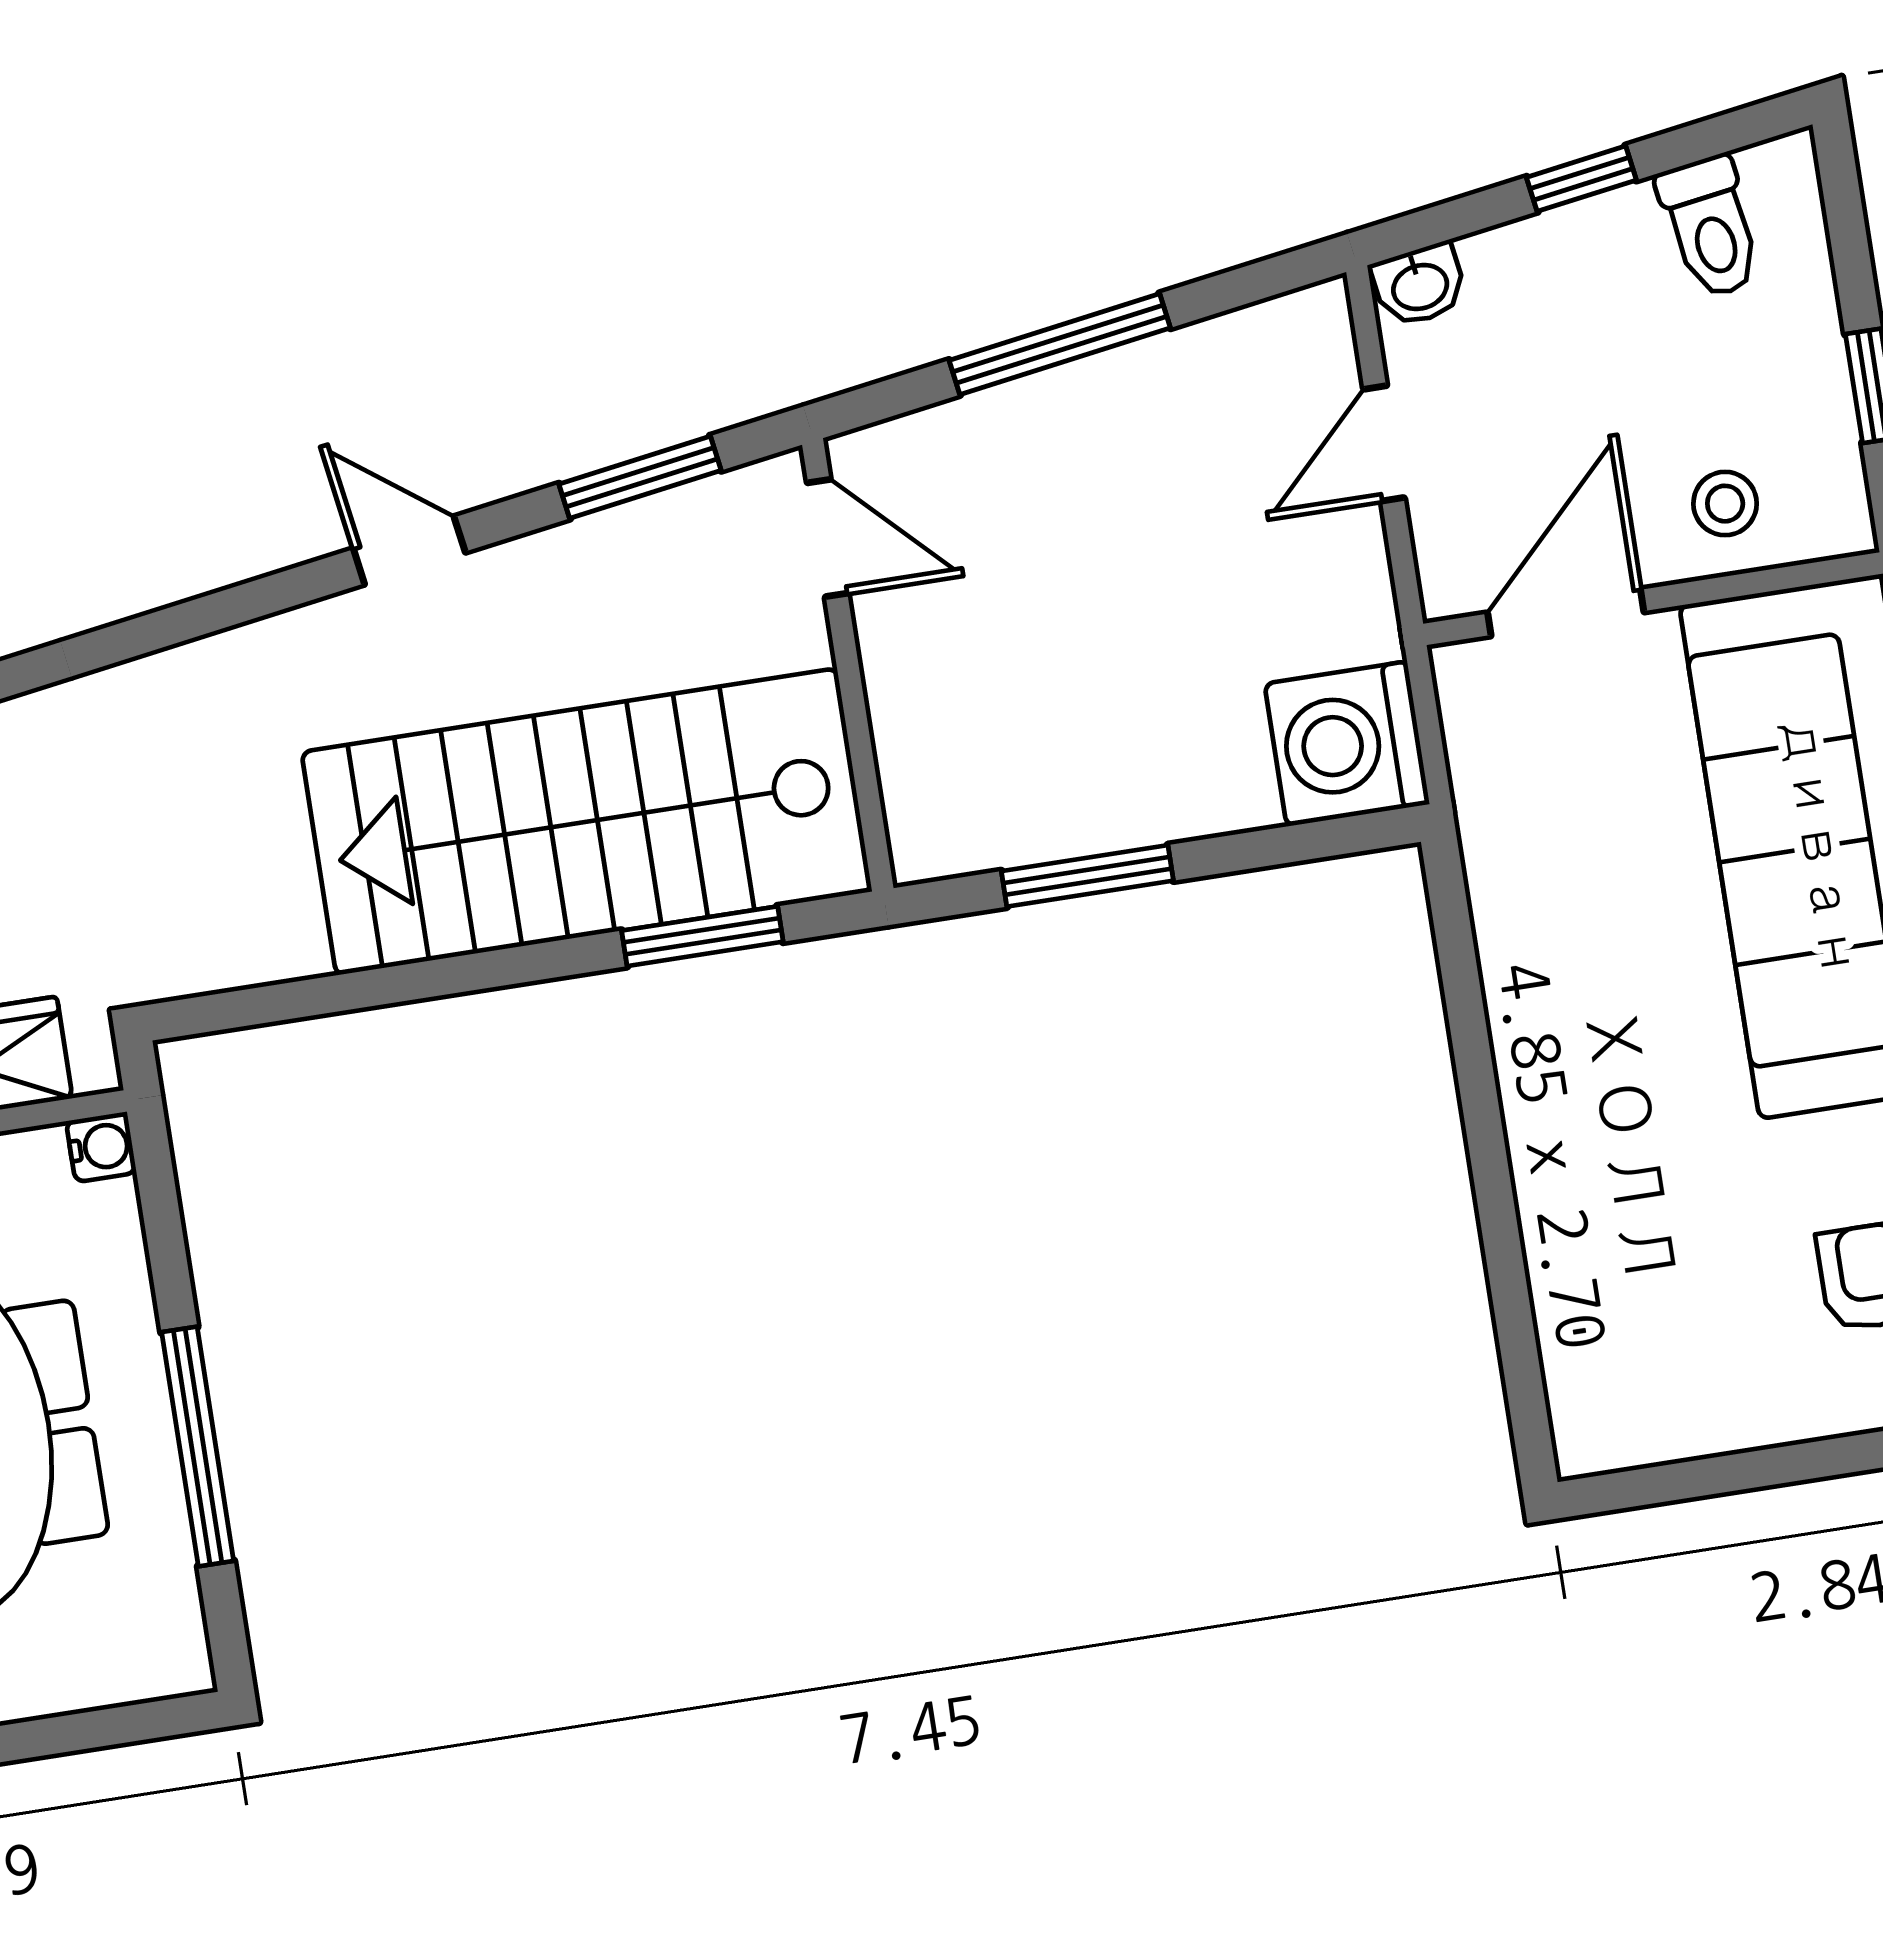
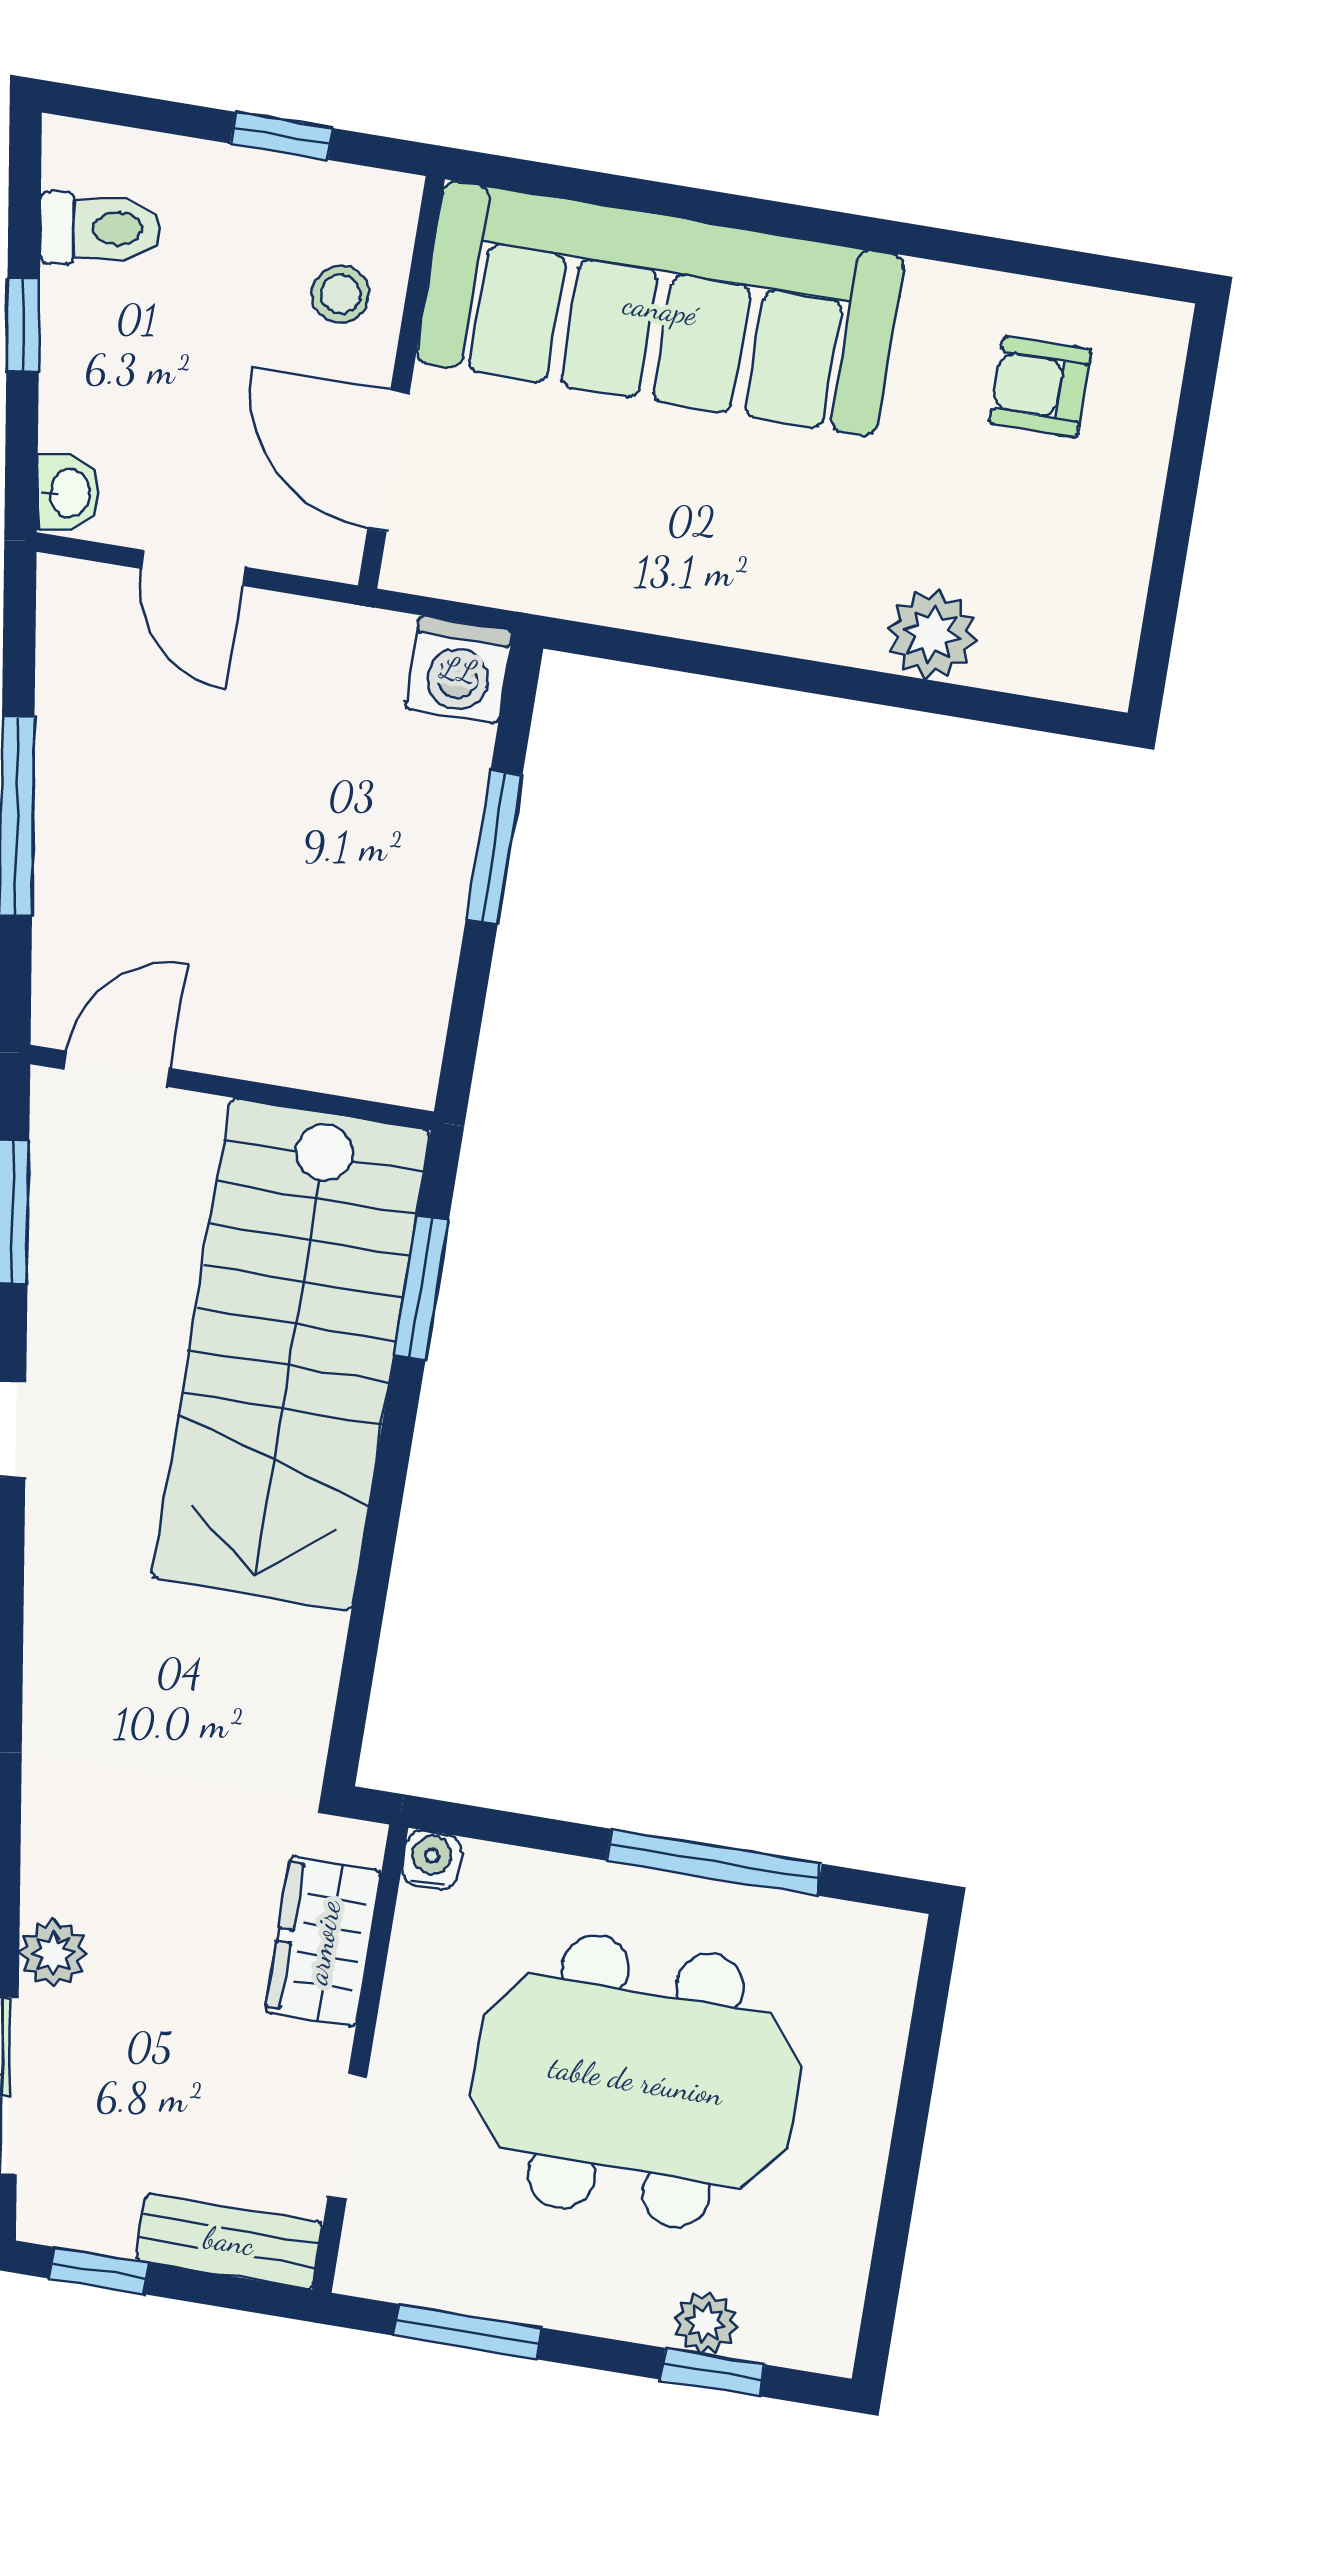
washing machine: (1347, 744) -> (459, 670), width x0.73, depth x0.73
window: (1087, 876) -> (494, 847), moved
plant: (1572, 1248) -> (932, 634), added

